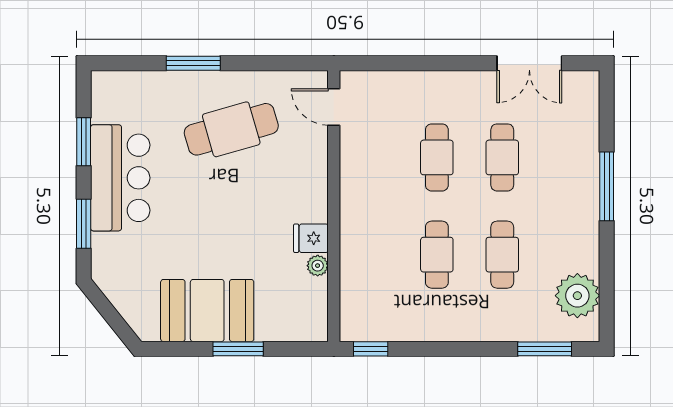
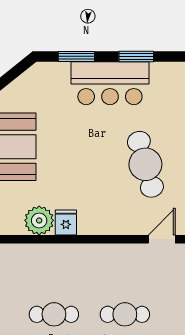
plant: (318, 266) -> (39, 220), width x1.88, depth x1.88

